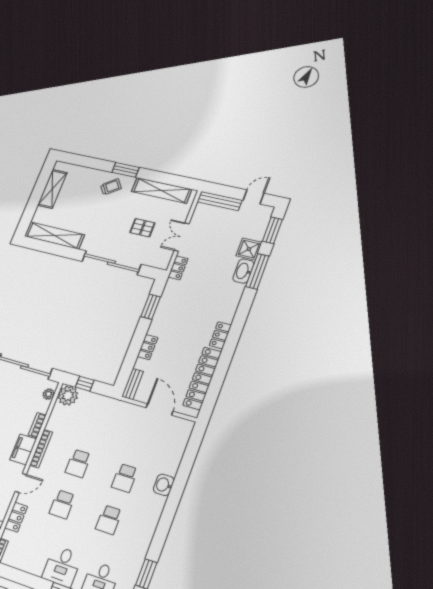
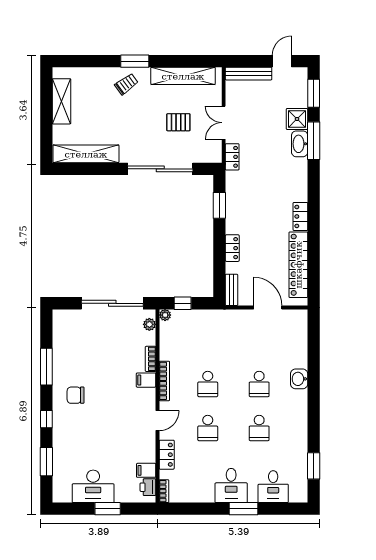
plant: (68, 396) -> (165, 315), width x0.53, depth x0.53
filing cabinet: (23, 449) -> (146, 380), width x0.50

